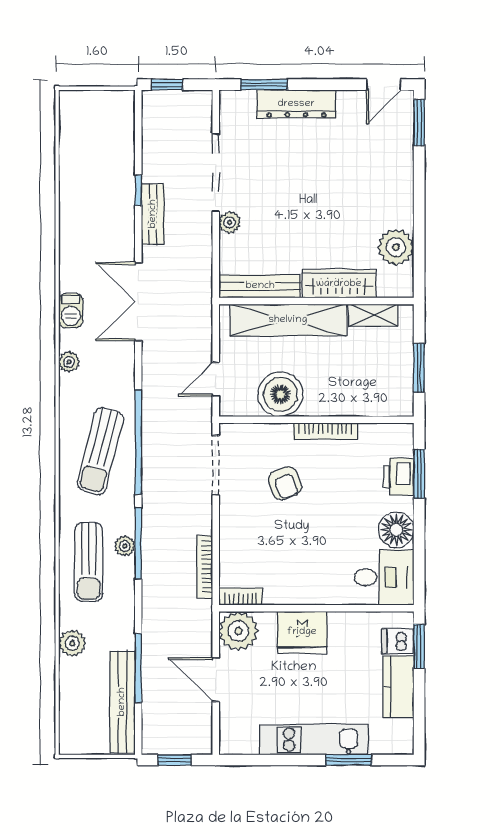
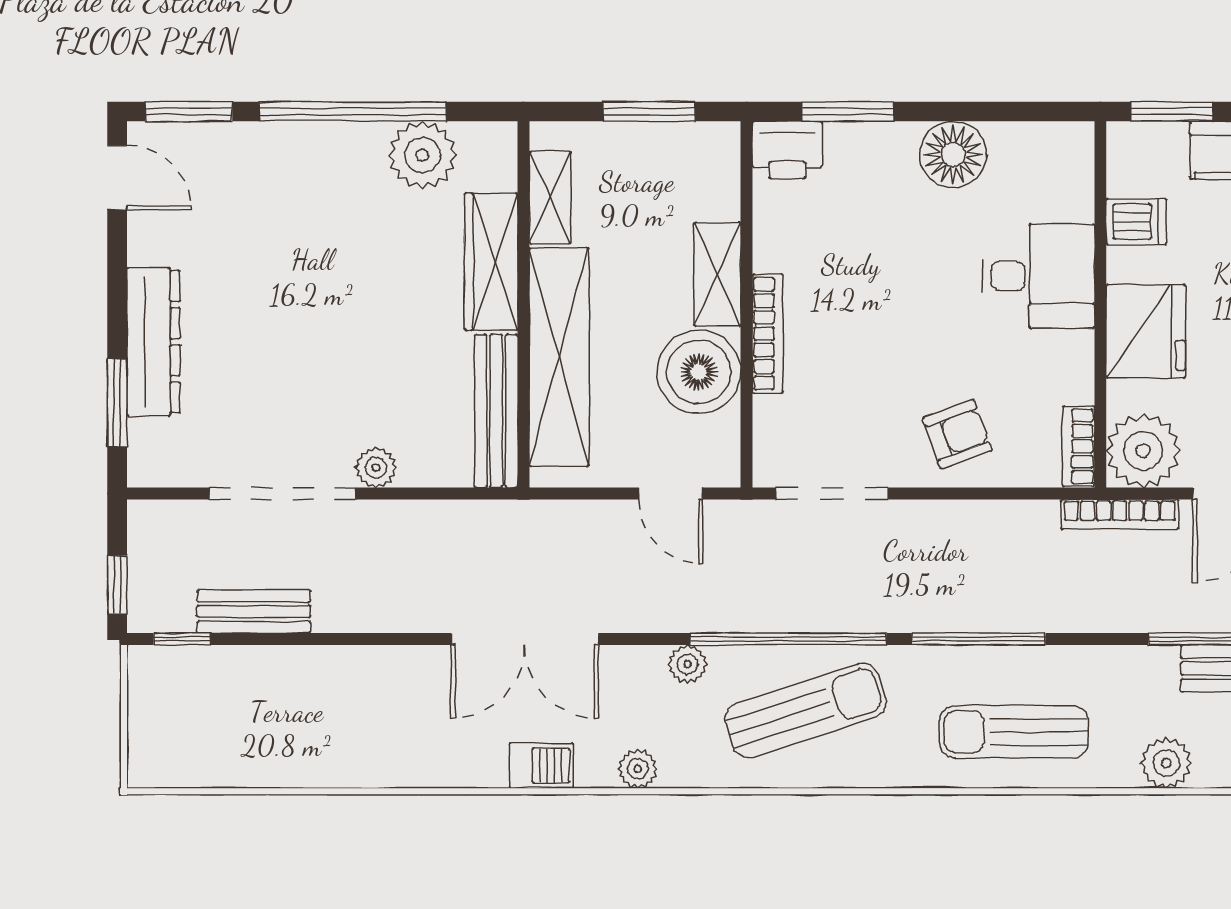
window: (138, 190) -> (182, 639), moved
window: (419, 210) -> (353, 111), added
bench: (153, 214) -> (254, 612), moved
shelving: (332, 404) -> (717, 274), added
bookcase: (325, 431) -> (768, 334), moved
sun lounger: (100, 451) -> (805, 710), turned -32
printer: (399, 477) -> (787, 150), moved
armchair: (285, 483) -> (957, 434), moved
plant: (125, 546) -> (688, 664), moved
sun lounger: (89, 562) -> (1014, 732), turned 180
bookcase: (205, 567) -> (1120, 514), moved
desk: (384, 577) -> (1038, 276), moved, turned 90
dishwasher: (398, 641) -> (1136, 222), moved, turned -90

